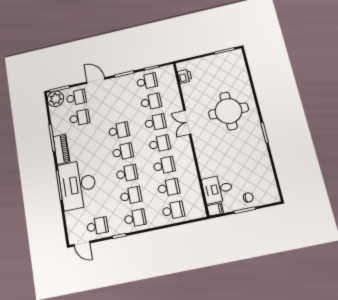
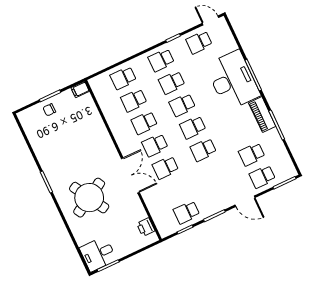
plant: (56, 99) -> (286, 170), removed
school desk: (151, 102) -> (176, 190), removed
round table: (228, 111) -> (89, 198), turned -30
double door: (187, 122) -> (130, 175), width x1.37
desk: (218, 189) -> (98, 254), moved, turned 180

